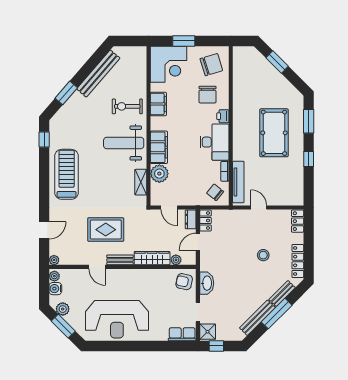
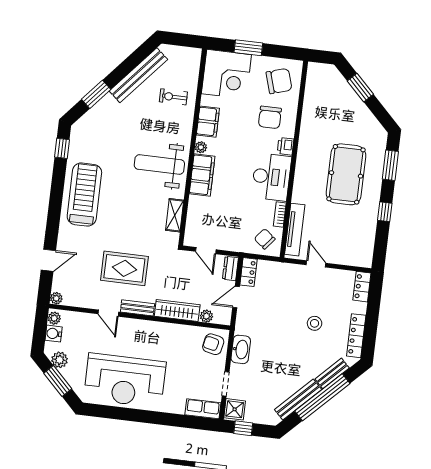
exercise bike: (127, 106) -> (173, 97), moved, width x0.73, depth x0.72
plant: (159, 174) -> (201, 147), moved, width x0.53, depth x0.53
window: (277, 314) -> (322, 397), width x1.46

